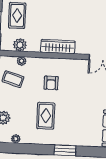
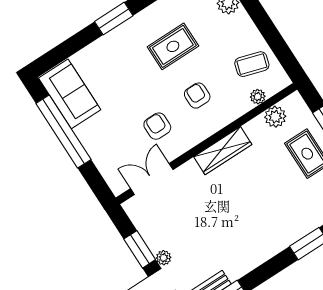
armchair: (82, 82) -> (157, 126), added
rug: (46, 116) -> (173, 46), turned 90

